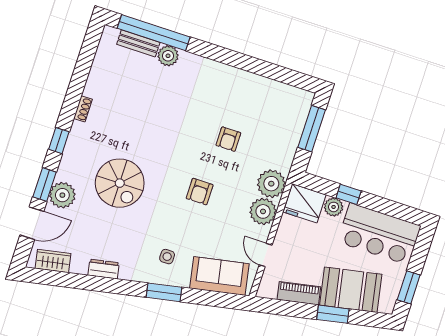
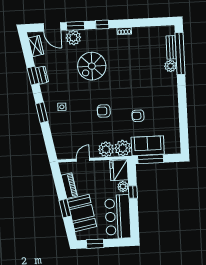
window: (312, 129) -> (151, 159), moved
sofa: (219, 276) -> (148, 146), moved, turned -79
window: (99, 284) -> (33, 76), added

